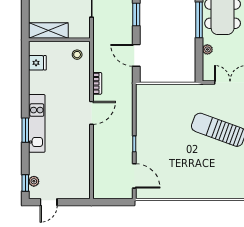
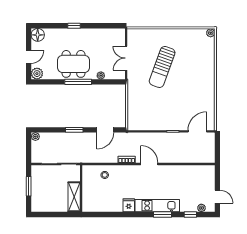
shelving: (48, 31) -> (74, 197), moved
wall: (59, 40) -> (81, 188), moved
fridge: (37, 63) -> (129, 205), moved
window: (25, 183) -> (190, 215), moved

